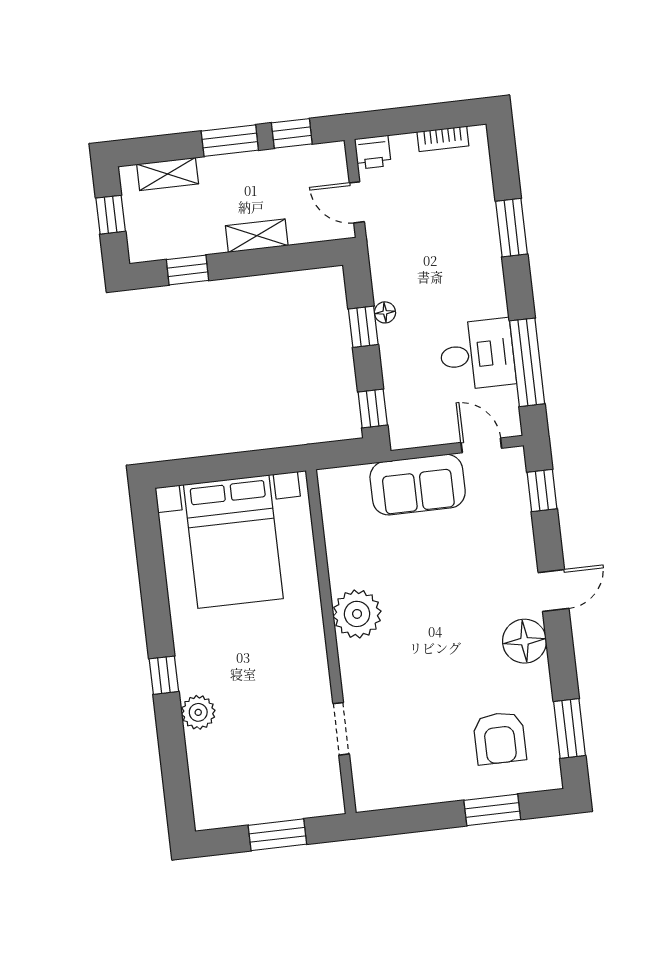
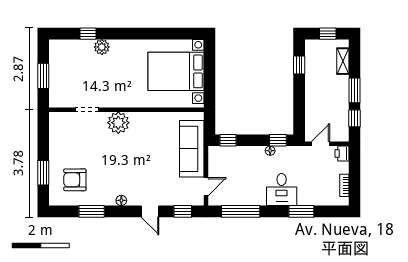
shelving: (257, 236) -> (311, 98), removed
window: (363, 327) -> (278, 140), moved
desk: (477, 355) -> (282, 190), moved
sofa: (418, 485) -> (192, 149), width x1.36
door: (554, 591) -> (150, 211), moved
plant: (357, 614) -> (118, 123), moved
floor lamp: (524, 641) -> (121, 200), width x0.53, depth x0.53
window: (164, 675) -> (88, 34), moved
window: (569, 729) -> (92, 211), moved

